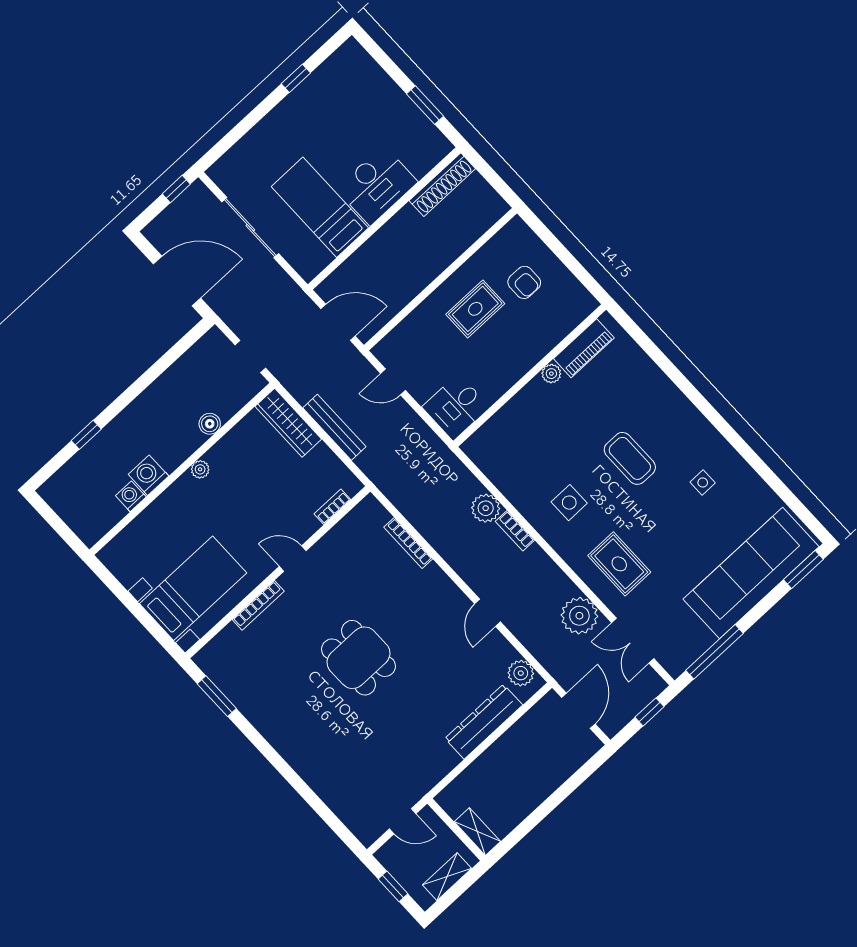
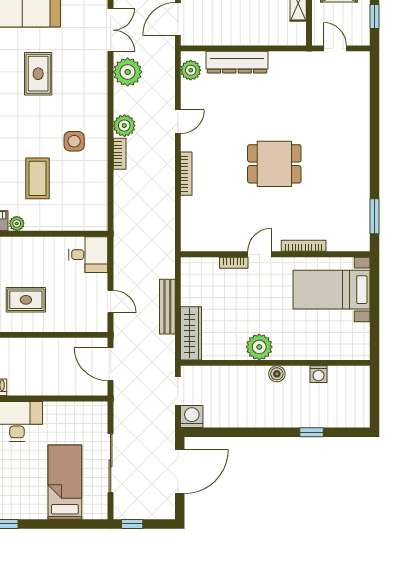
bed: (320, 207) -> (65, 482), moved, turned 180
door: (177, 281) -> (180, 472), swing flipped
boiler: (210, 424) -> (277, 374), moved
coffee table: (630, 458) -> (38, 178), moved
plant: (200, 469) -> (259, 347), width x1.88, depth x1.88
washing machine: (148, 475) -> (192, 416), moved, turned 180
bookcase: (332, 507) -> (234, 263), moved
plant: (486, 508) -> (124, 126), moved
bookcase: (408, 543) -> (186, 174), moved
door: (293, 559) -> (260, 254), swing flipped
rug: (619, 564) -> (38, 74), moved
dining table: (358, 658) -> (274, 164), turned 90

